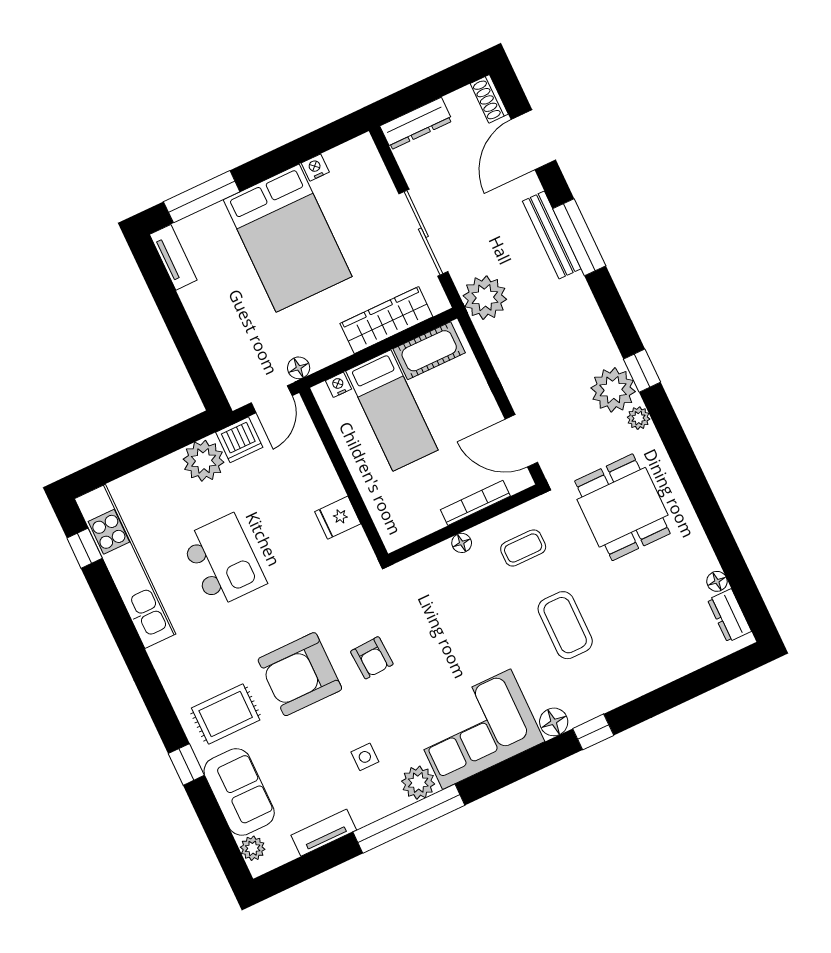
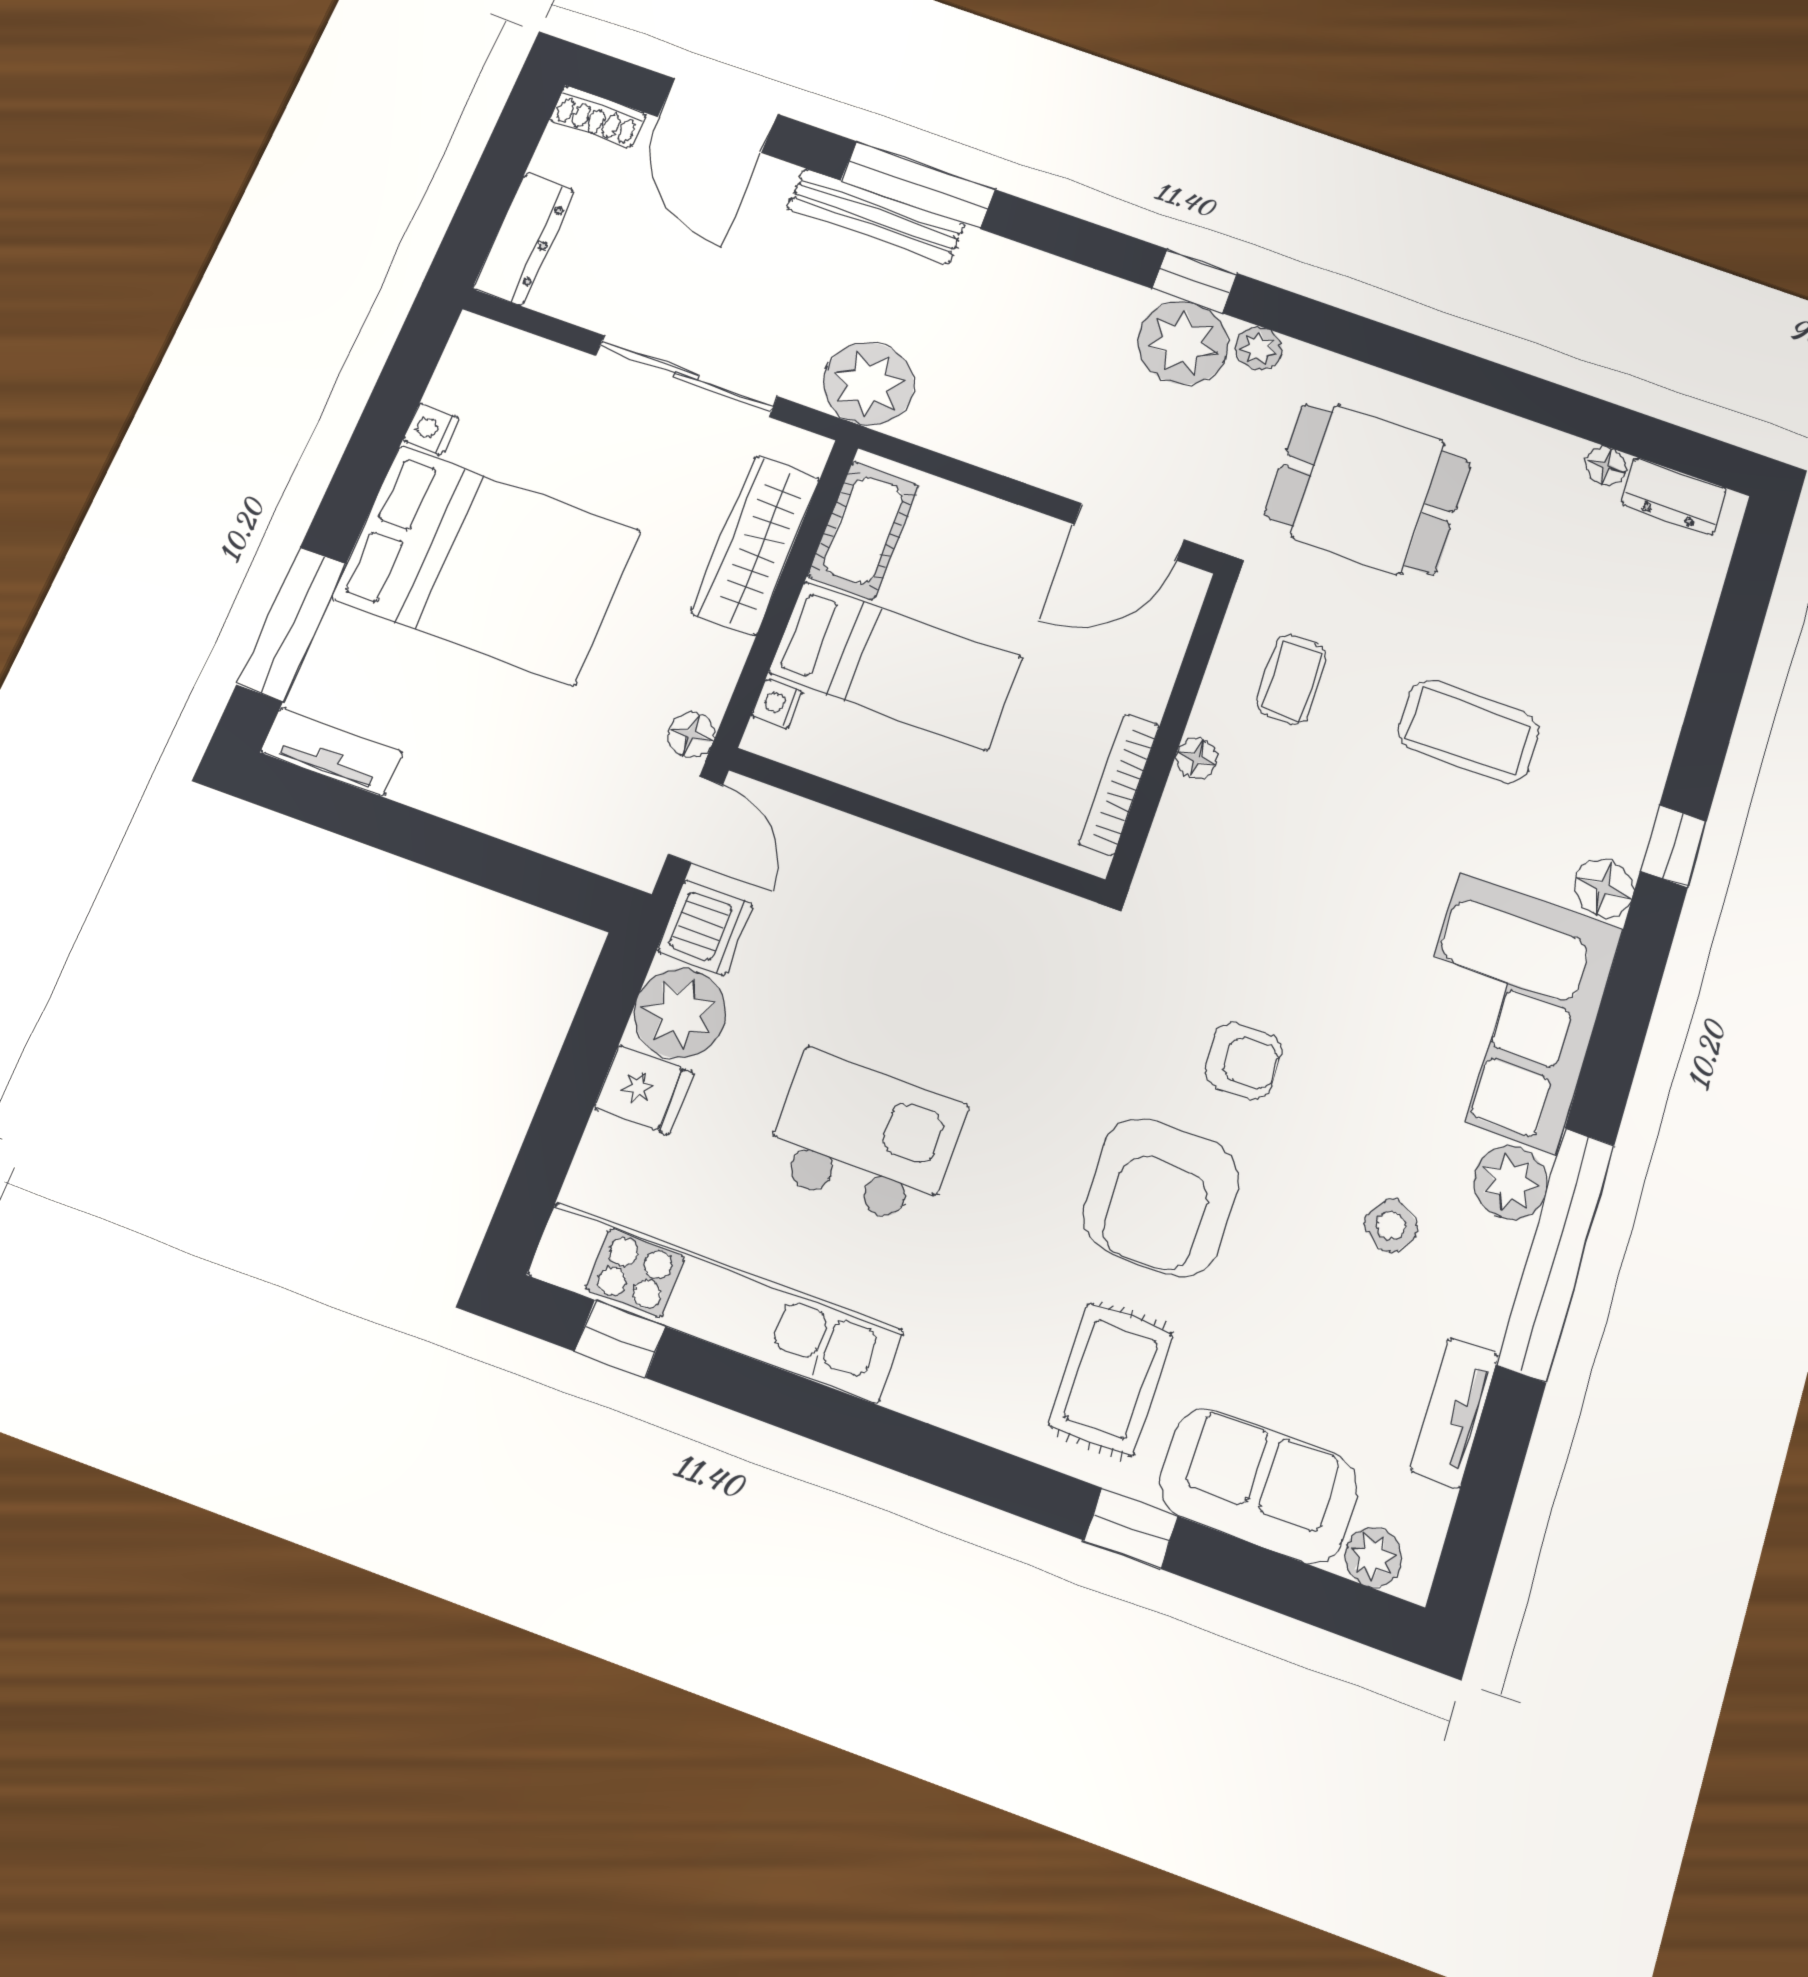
bookcase: (475, 503) -> (1119, 784), moved
fridge: (338, 518) -> (644, 1090), moved, turned -90
side table: (365, 757) -> (1391, 1226), turned 34

